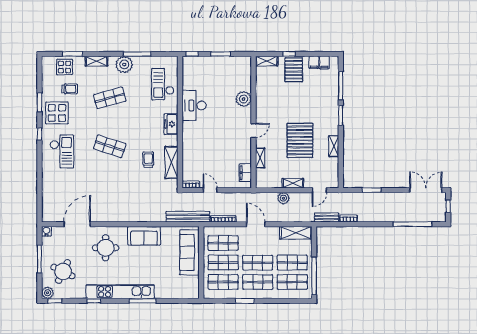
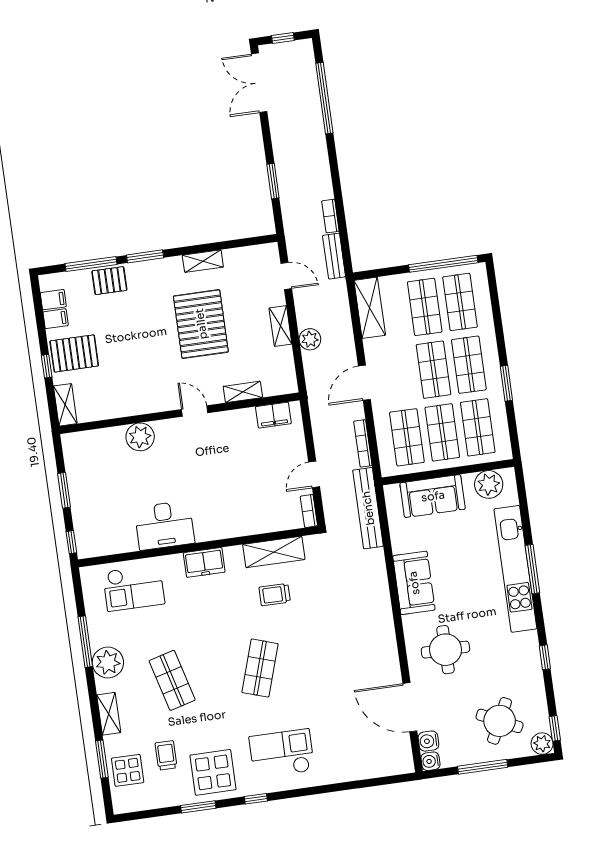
pallet: (330, 94) -> (109, 281), added
pallet: (300, 140) -> (201, 324), turned 90
water cooler: (57, 232) -> (428, 741), added
sofa: (189, 252) -> (433, 496), width x0.73
plant: (191, 284) -> (489, 484), added
kitchen unit: (120, 292) -> (515, 569), moved

